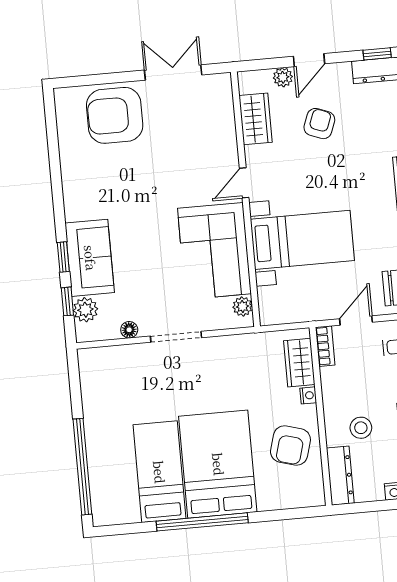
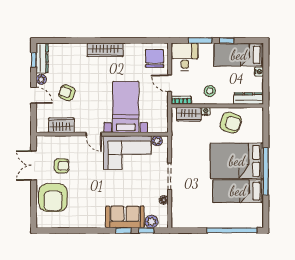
plant: (283, 77) -> (41, 79), moved
armchair: (177, 127) -> (62, 166), added
stool: (361, 428) -> (210, 91), moved

